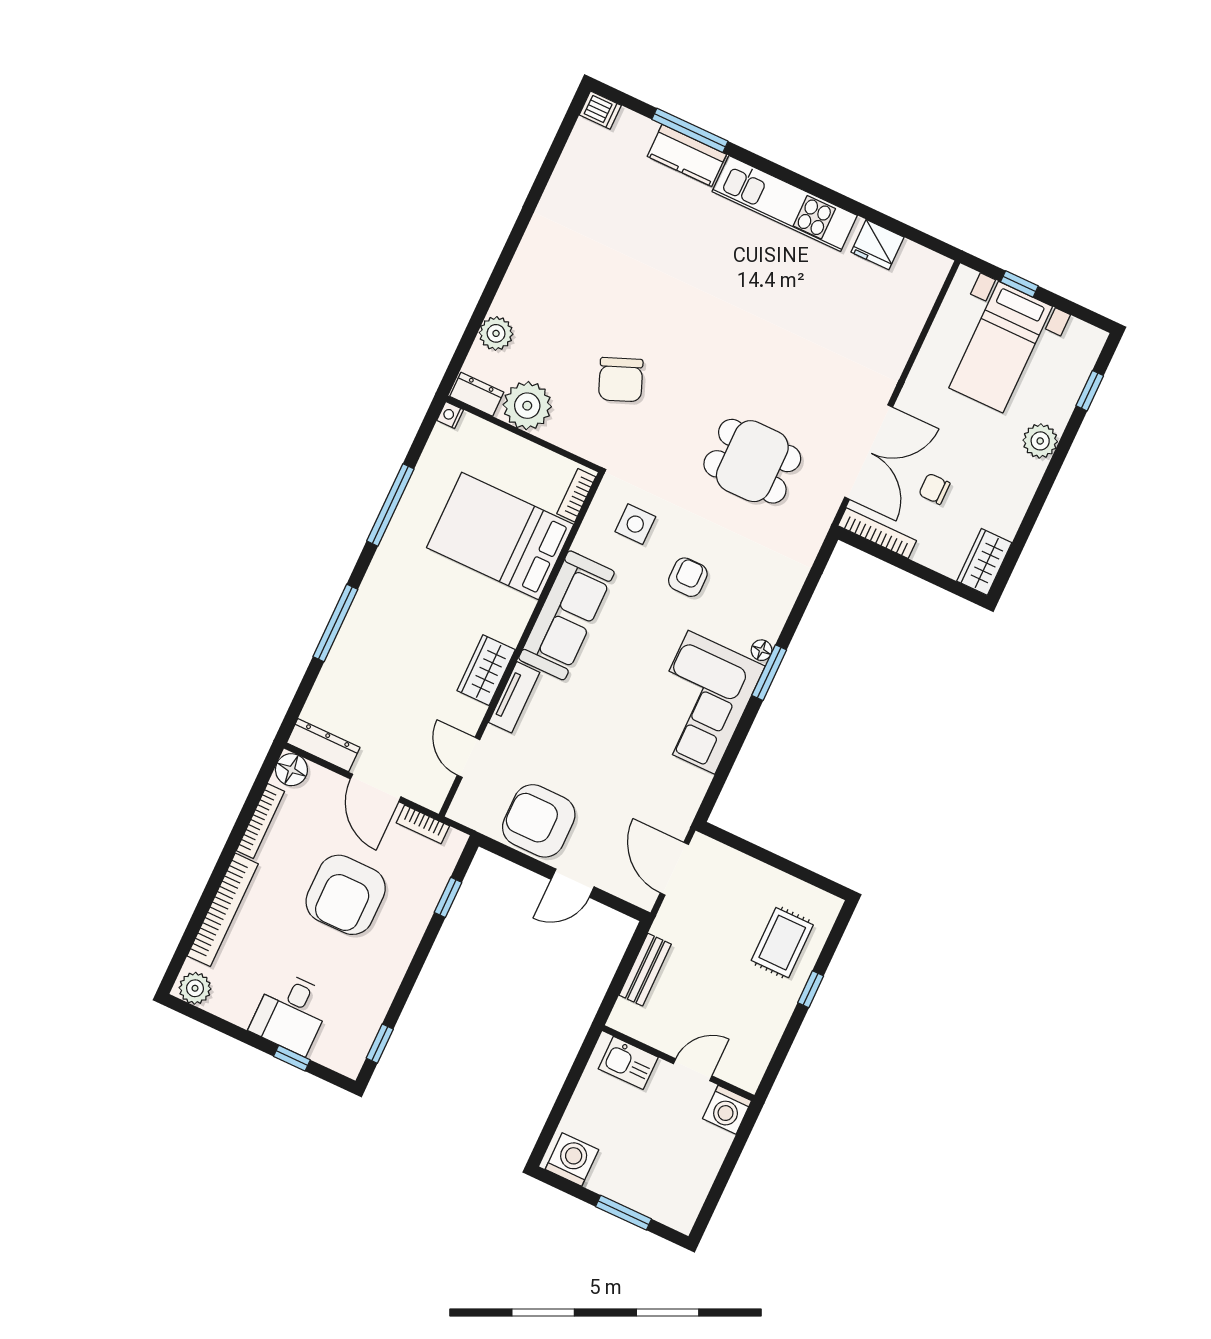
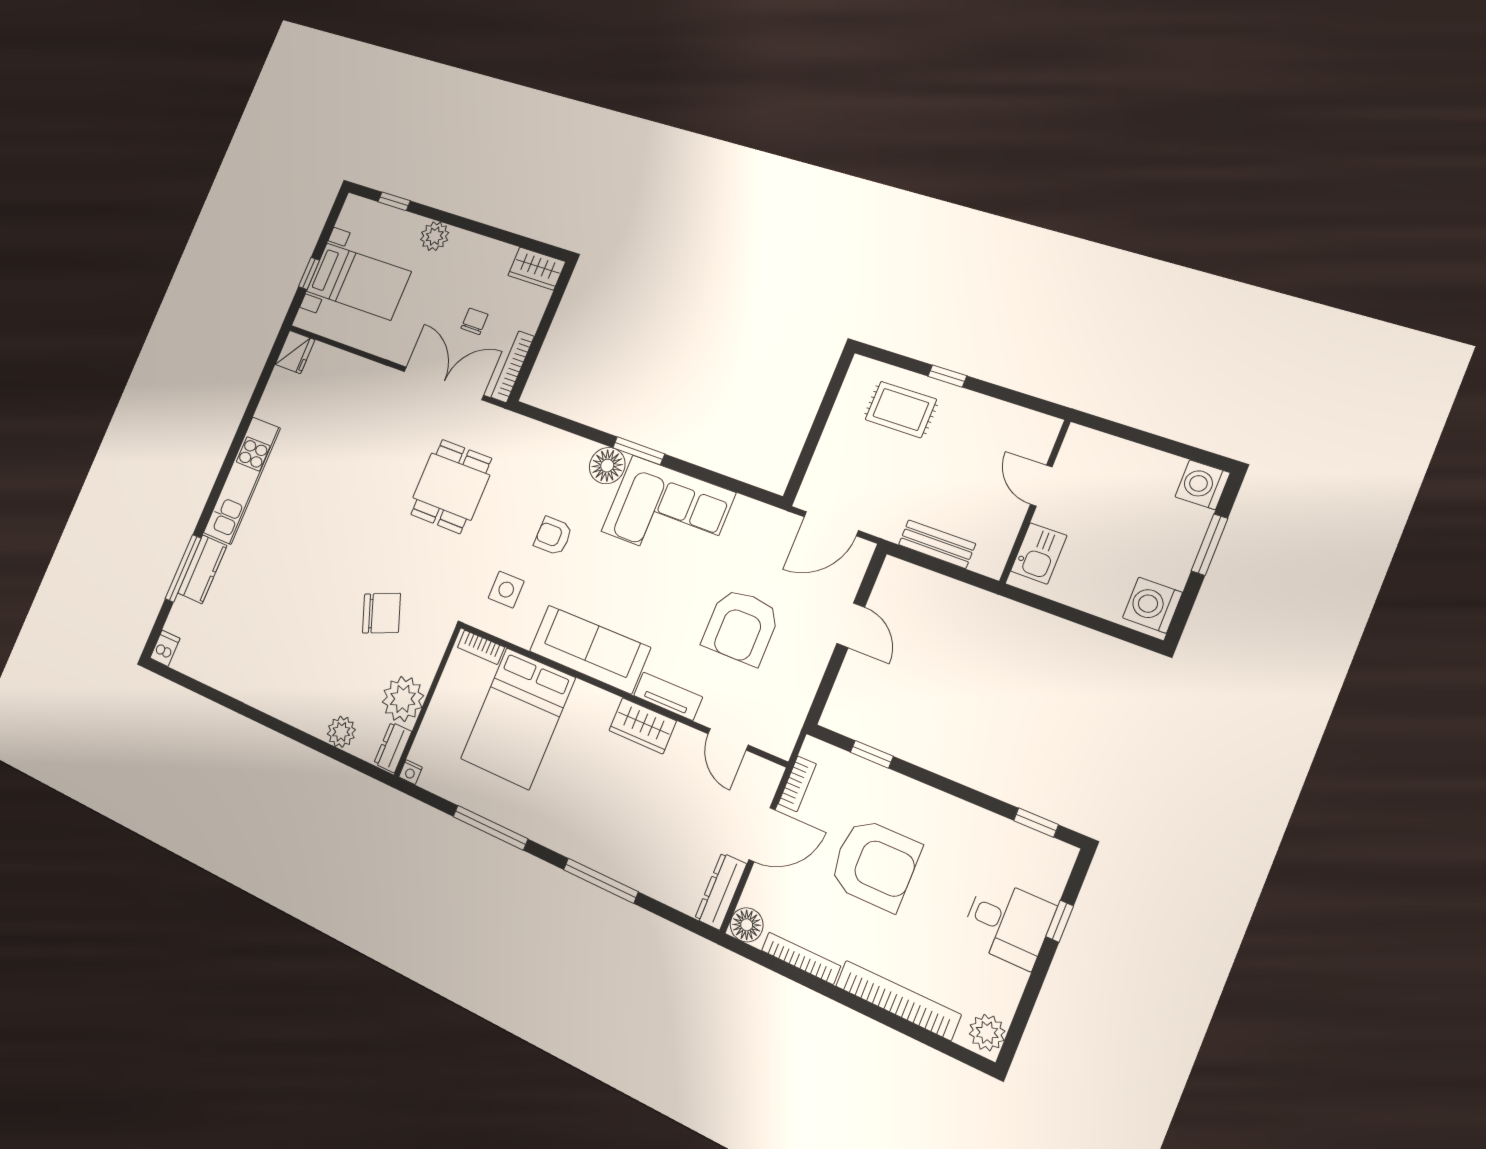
fridge: (878, 245) -> (295, 352), moved
chair: (934, 489) -> (474, 321), turned 180
floor lamp: (761, 650) -> (607, 466), width x1.89, depth x1.89
door: (469, 757) -> (728, 739), hinge flipped
armchair: (539, 821) -> (741, 627), moved
washing machine: (727, 1110) -> (1203, 485), moved, turned 180

